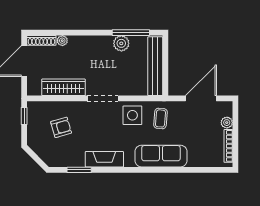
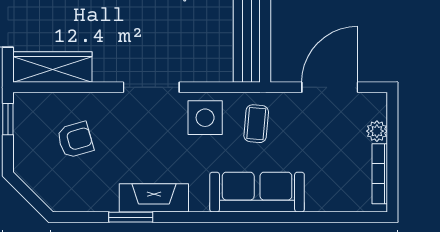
wardrobe: (64, 87) -> (52, 67), moved
window: (79, 170) -> (131, 217), moved

